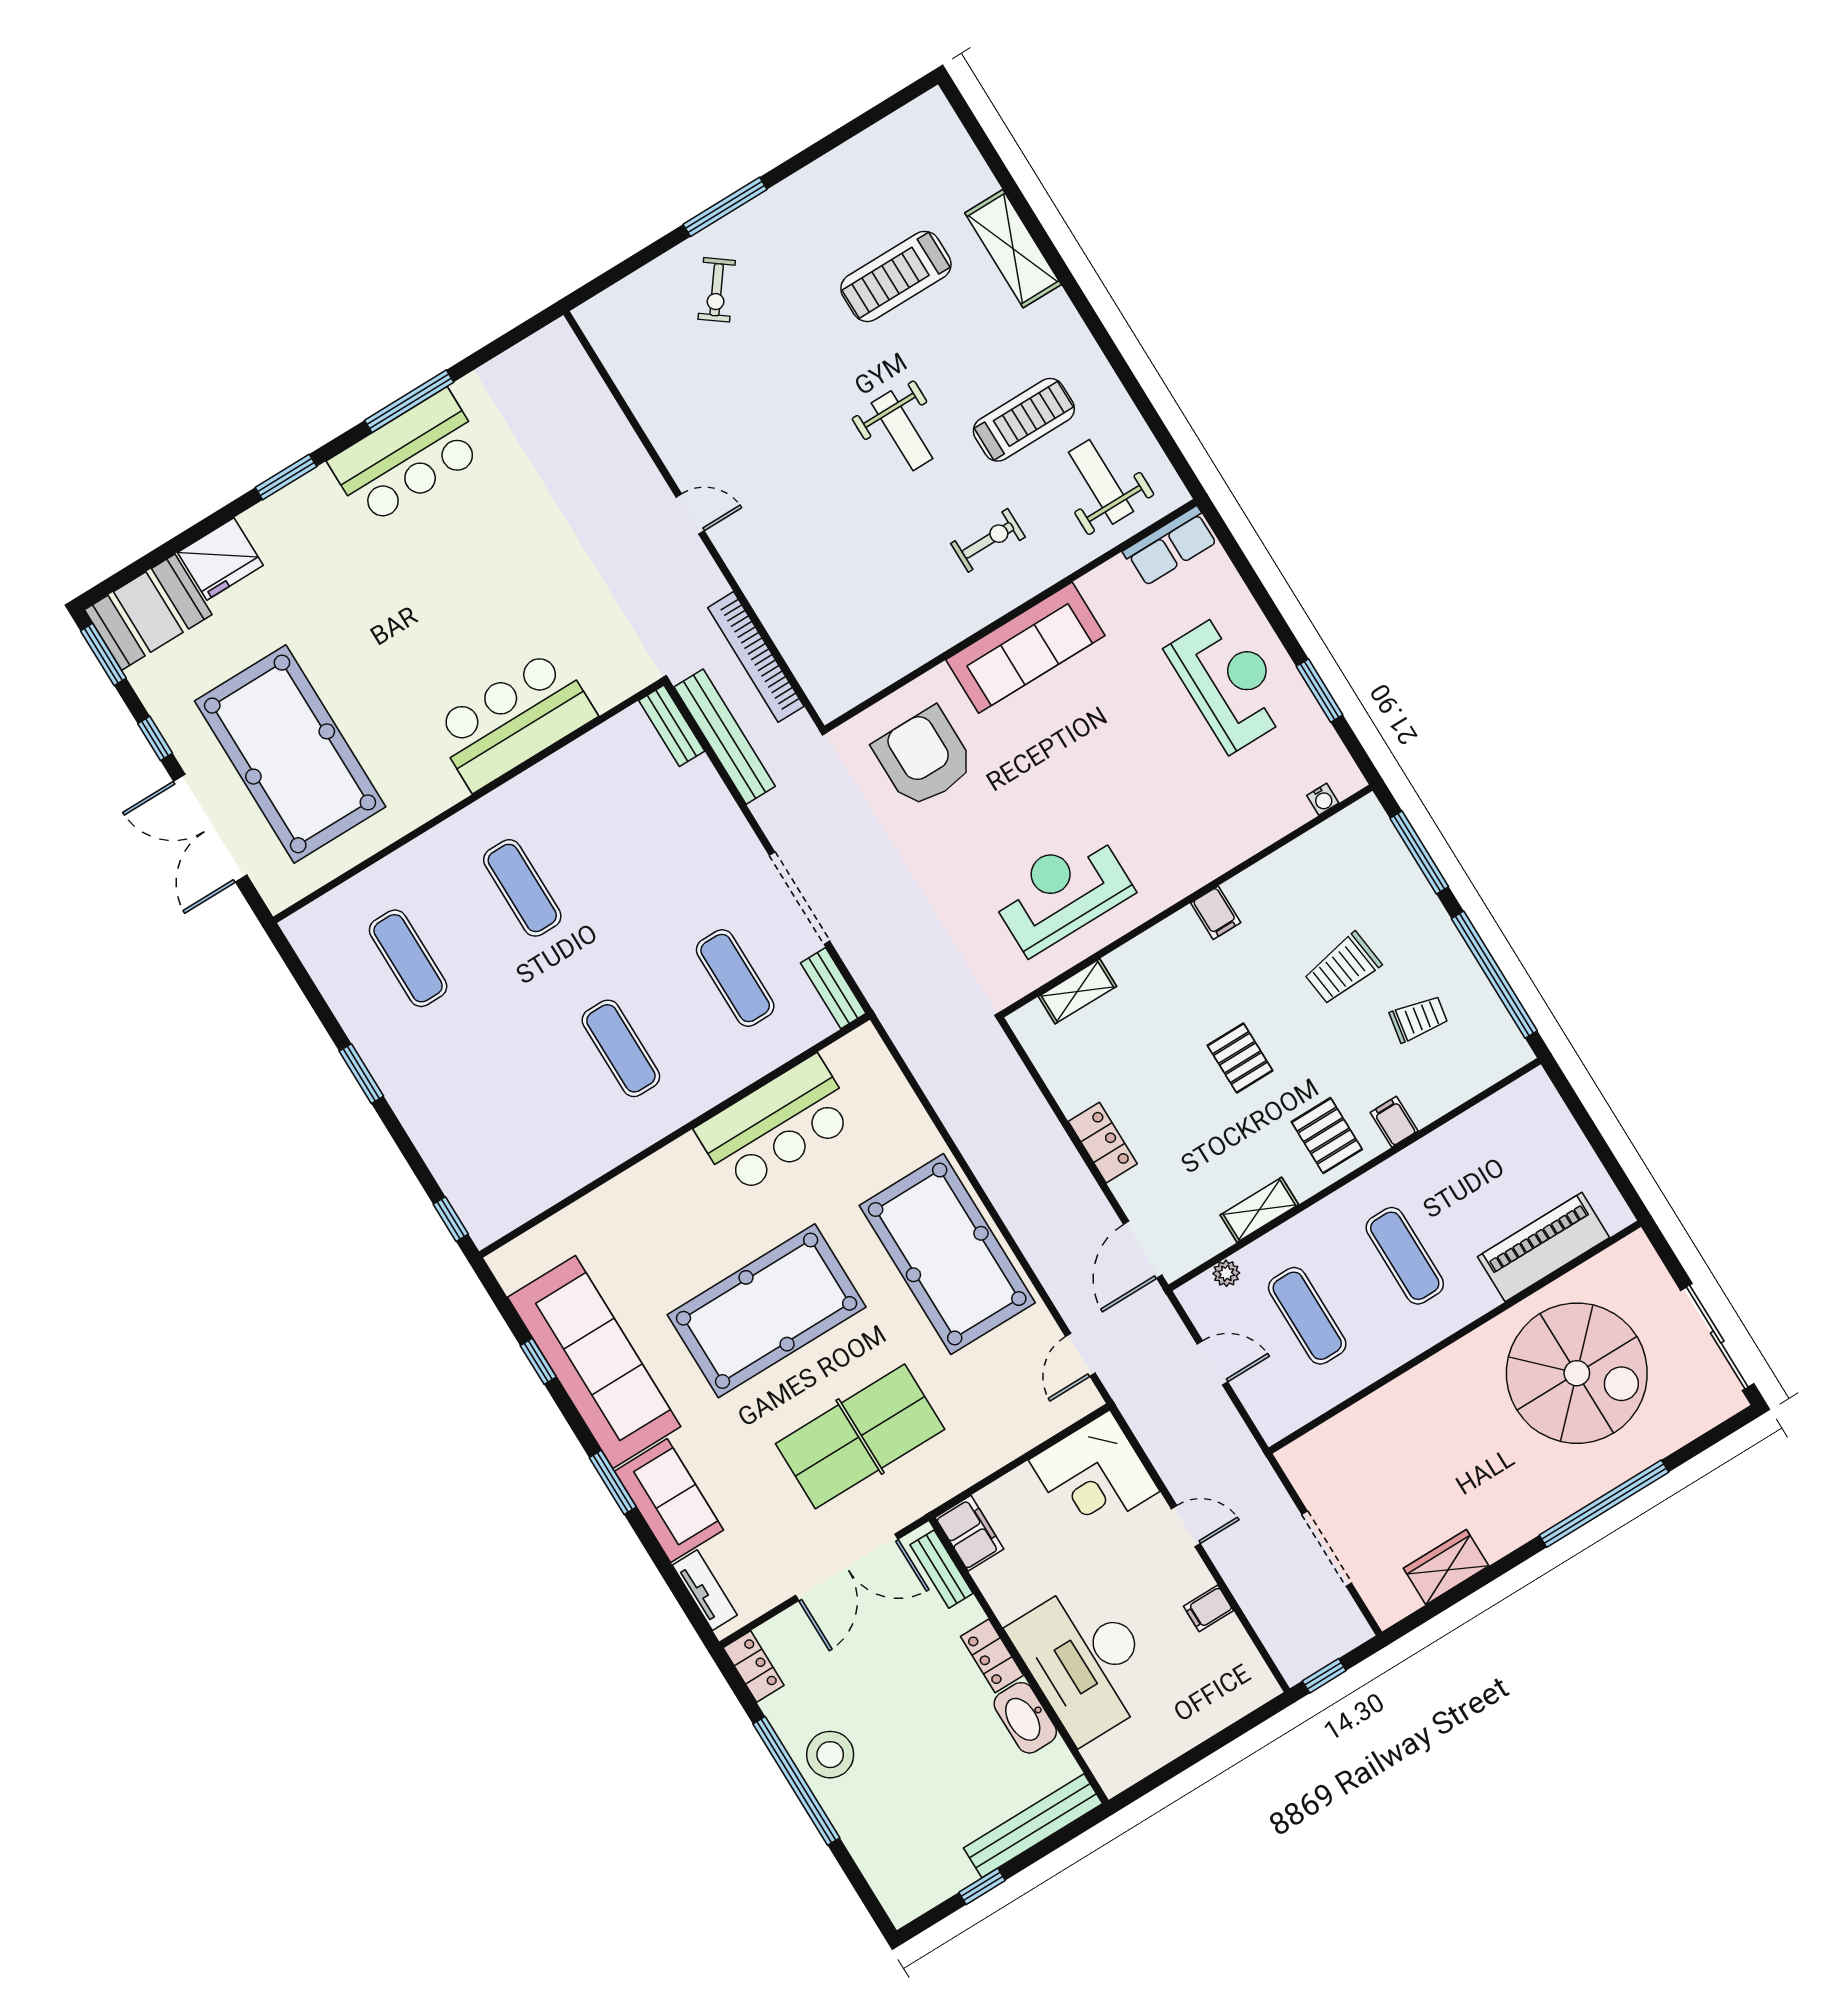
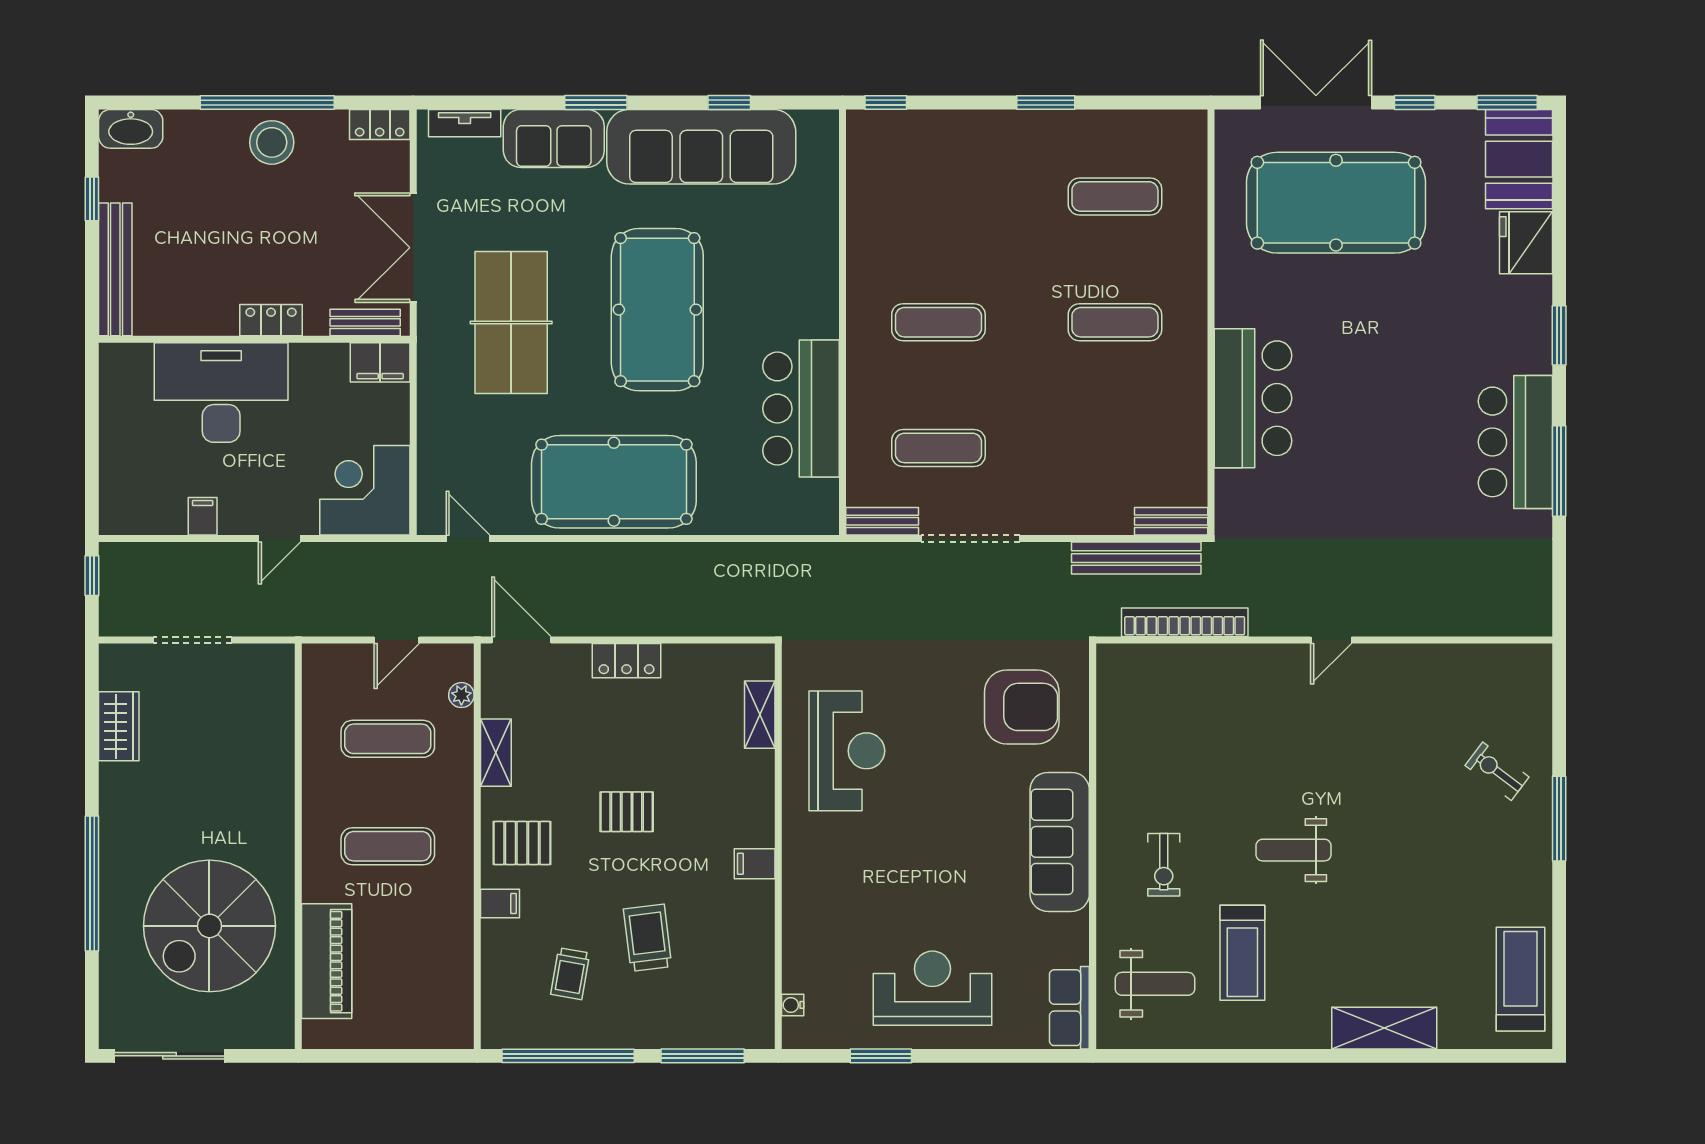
treadmill: (896, 276) -> (1521, 979), moved
reception desk: (1229, 682) -> (932, 988), turned 180
washbasin: (1025, 1718) -> (131, 129), moved, turned 180

